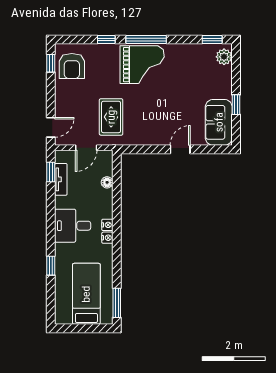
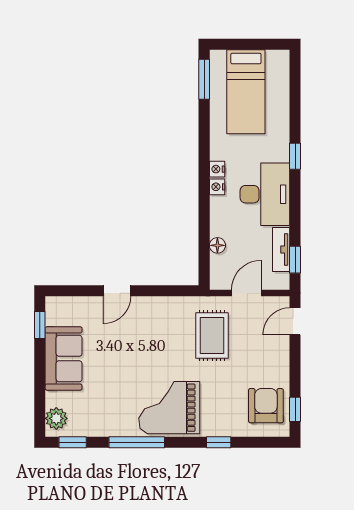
window: (146, 39) -> (137, 442), moved
window: (236, 105) -> (40, 325), moved
sofa: (219, 122) -> (64, 358), moved
desk: (73, 226) -> (265, 194), width x1.37
window: (51, 266) -> (295, 156), moved

